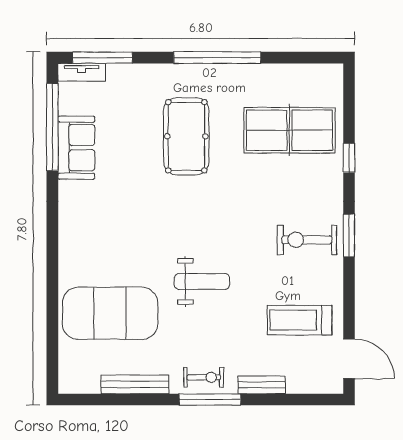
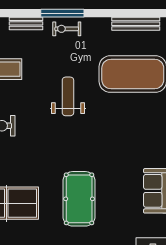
weight bench: (202, 281) -> (68, 96), turned 90
bench: (135, 384) -> (136, 24), moved

